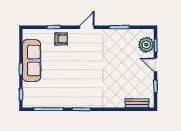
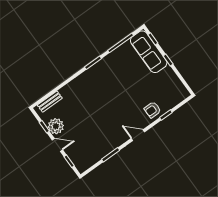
door: (87, 27) -> (138, 135), swing flipped
plant: (146, 45) -> (56, 126), moved
sofa: (31, 61) -> (149, 52), moved

